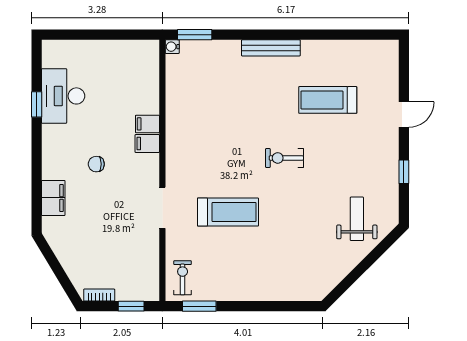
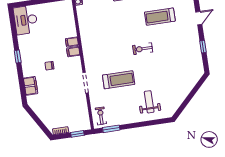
desk: (63, 96) -> (26, 20), moved
window: (37, 104) -> (18, 56), moved
weight bench: (357, 219) -> (149, 102), moved

